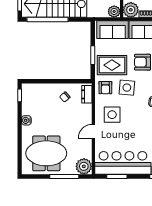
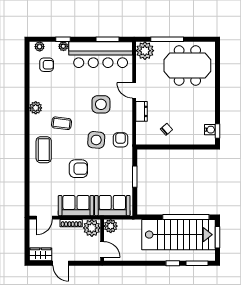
rug: (112, 65) -> (113, 165), removed
dresser: (87, 94) -> (142, 111), moved
side table: (112, 115) -> (101, 104), moved
water cooler: (26, 120) -> (210, 130), moved
door: (93, 131) -> (134, 90), swing flipped

